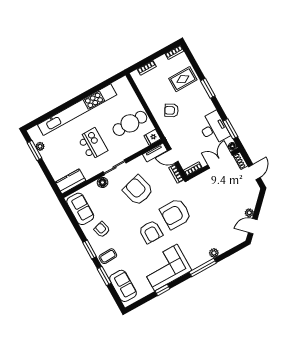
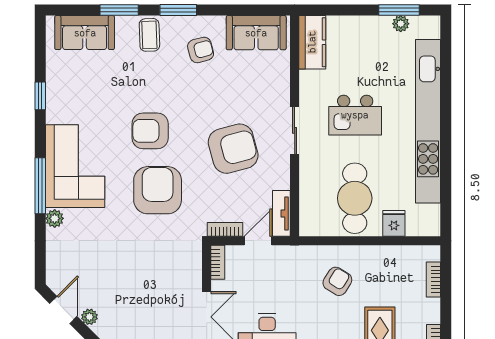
fridge: (152, 137) -> (394, 223), moved
floor lamp: (103, 182) -> (280, 96), removed
corner sofa: (166, 268) -> (75, 166), moved

